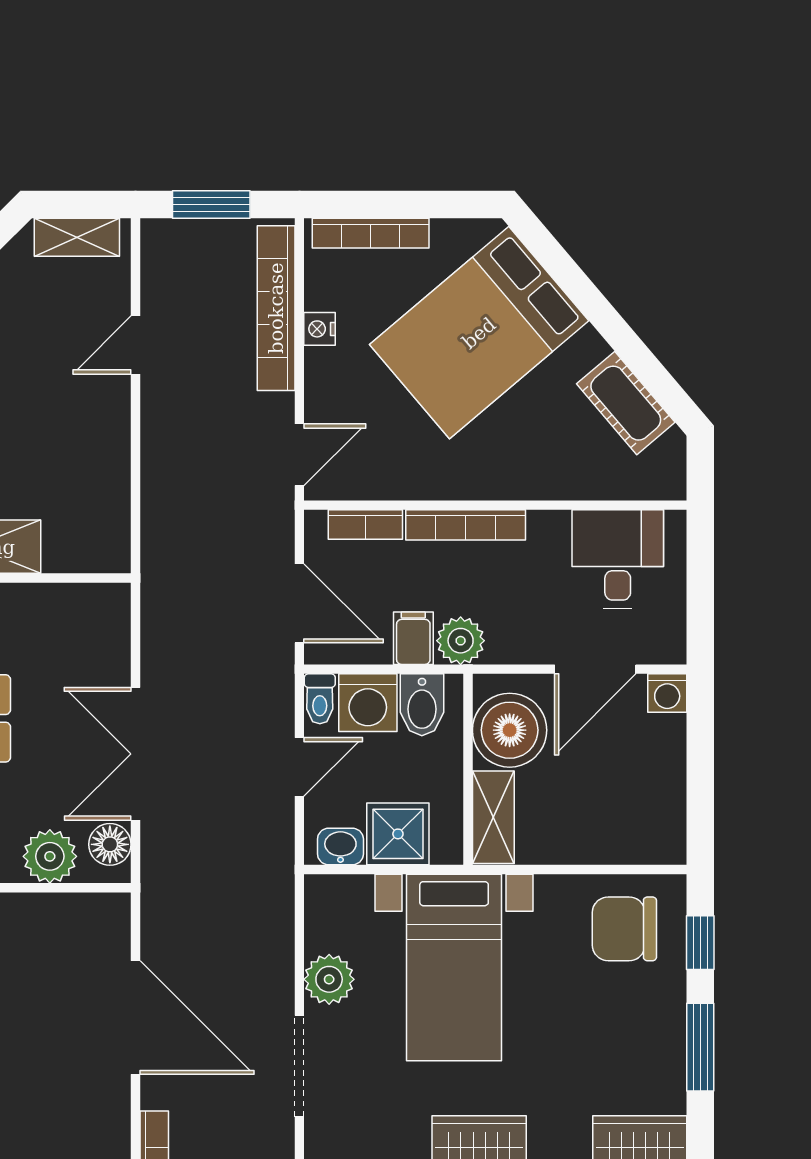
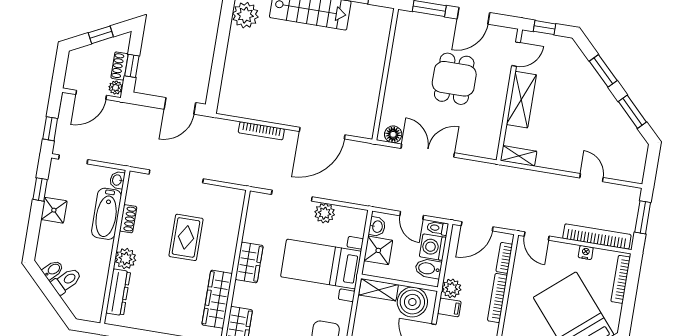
shelving: (77, 237) -> (519, 156), moved, turned 90
filing cabinet: (413, 638) -> (449, 307), moved
plant: (50, 856) -> (392, 110), removed

